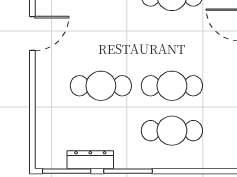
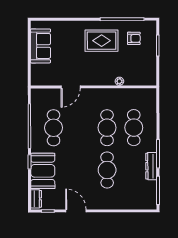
dresser: (90, 160) -> (151, 166), moved

